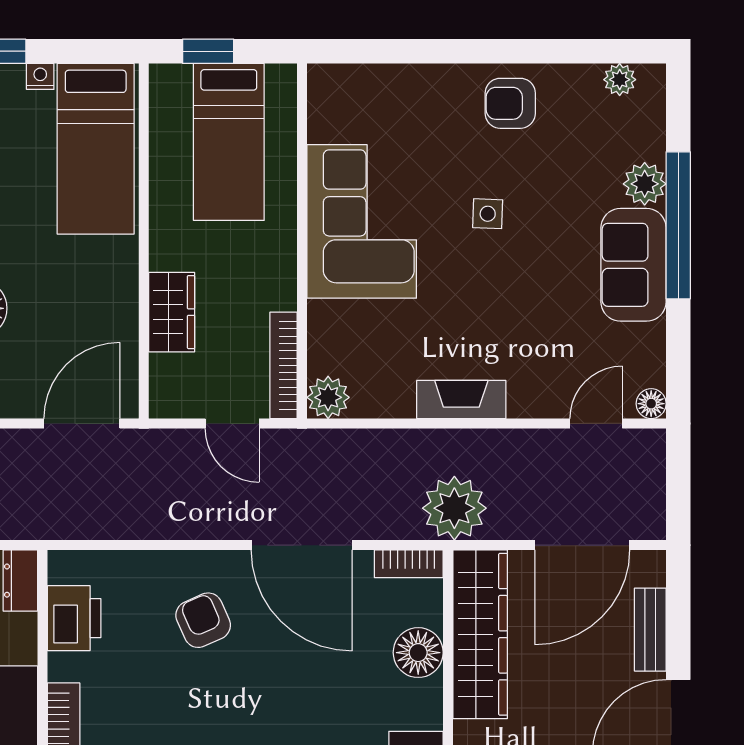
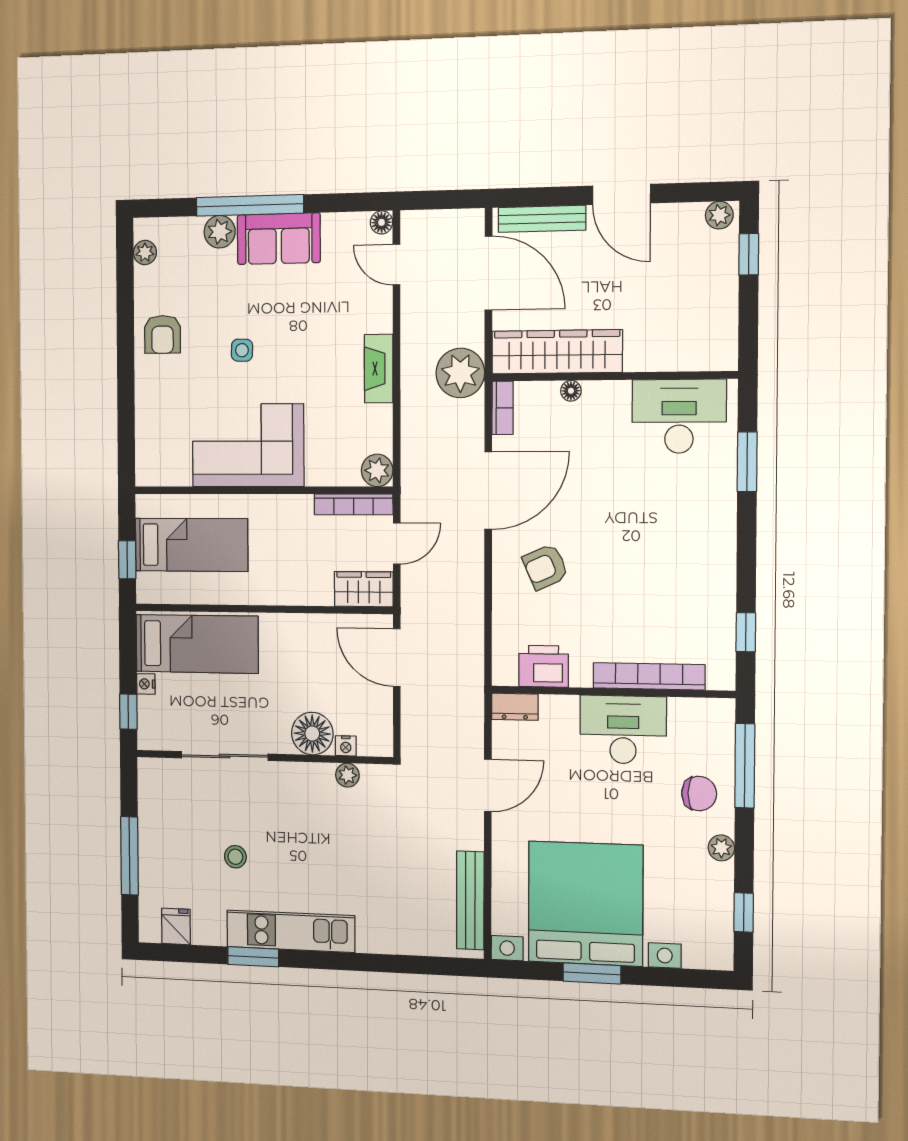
wardrobe: (172, 312) -> (364, 589), moved
bench: (650, 630) -> (542, 219), width x1.36
floor lamp: (418, 653) -> (571, 391), width x0.53, depth x0.53

